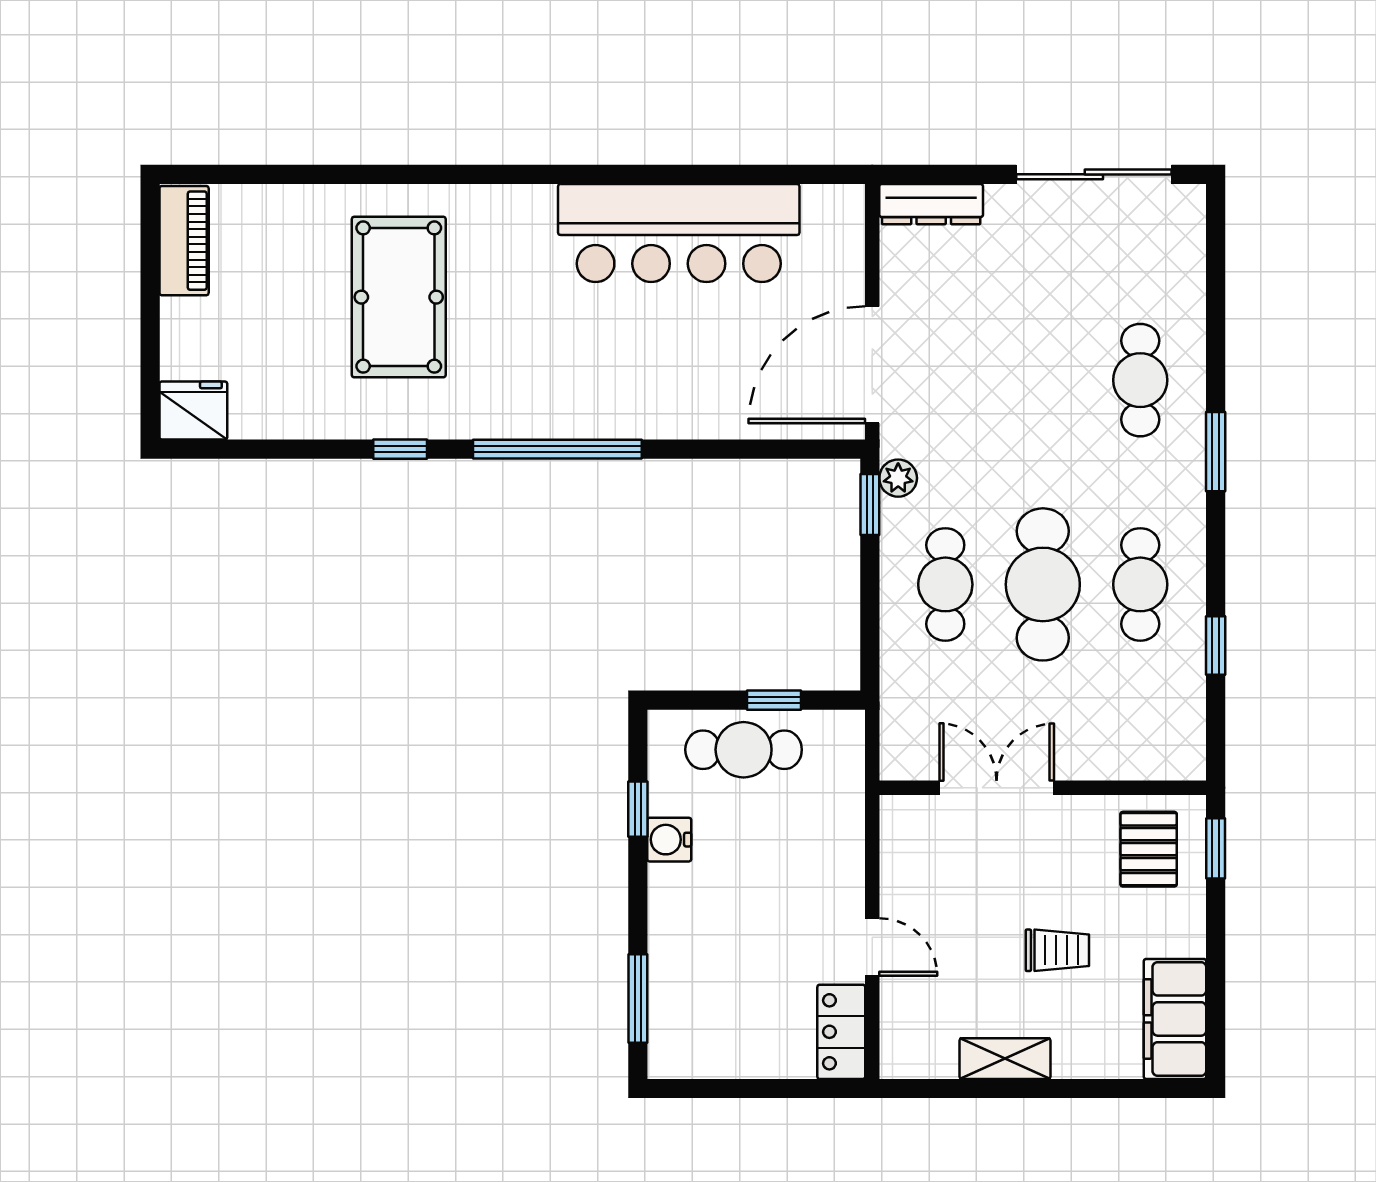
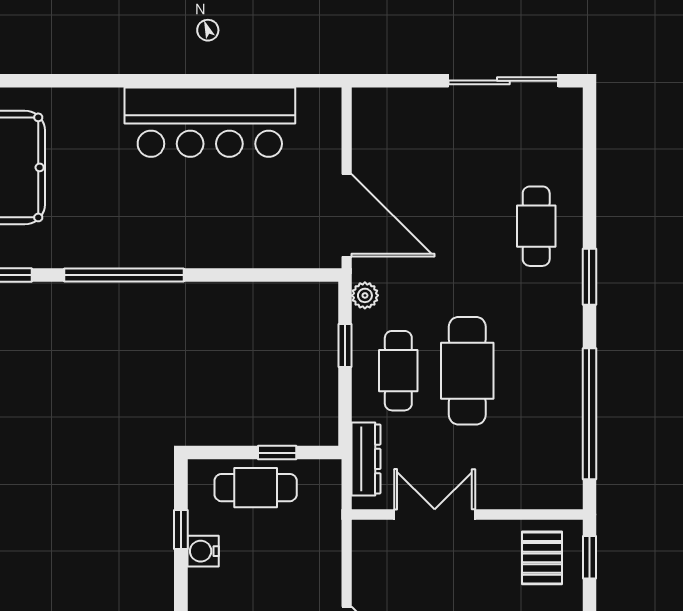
dresser: (931, 204) -> (366, 459), moved, turned -90
door: (872, 365) -> (347, 215), swing flipped
window: (870, 504) -> (345, 346), moved
cafe table: (1140, 584) -> (536, 371), removed
window: (1216, 645) -> (589, 414), width x3.17

